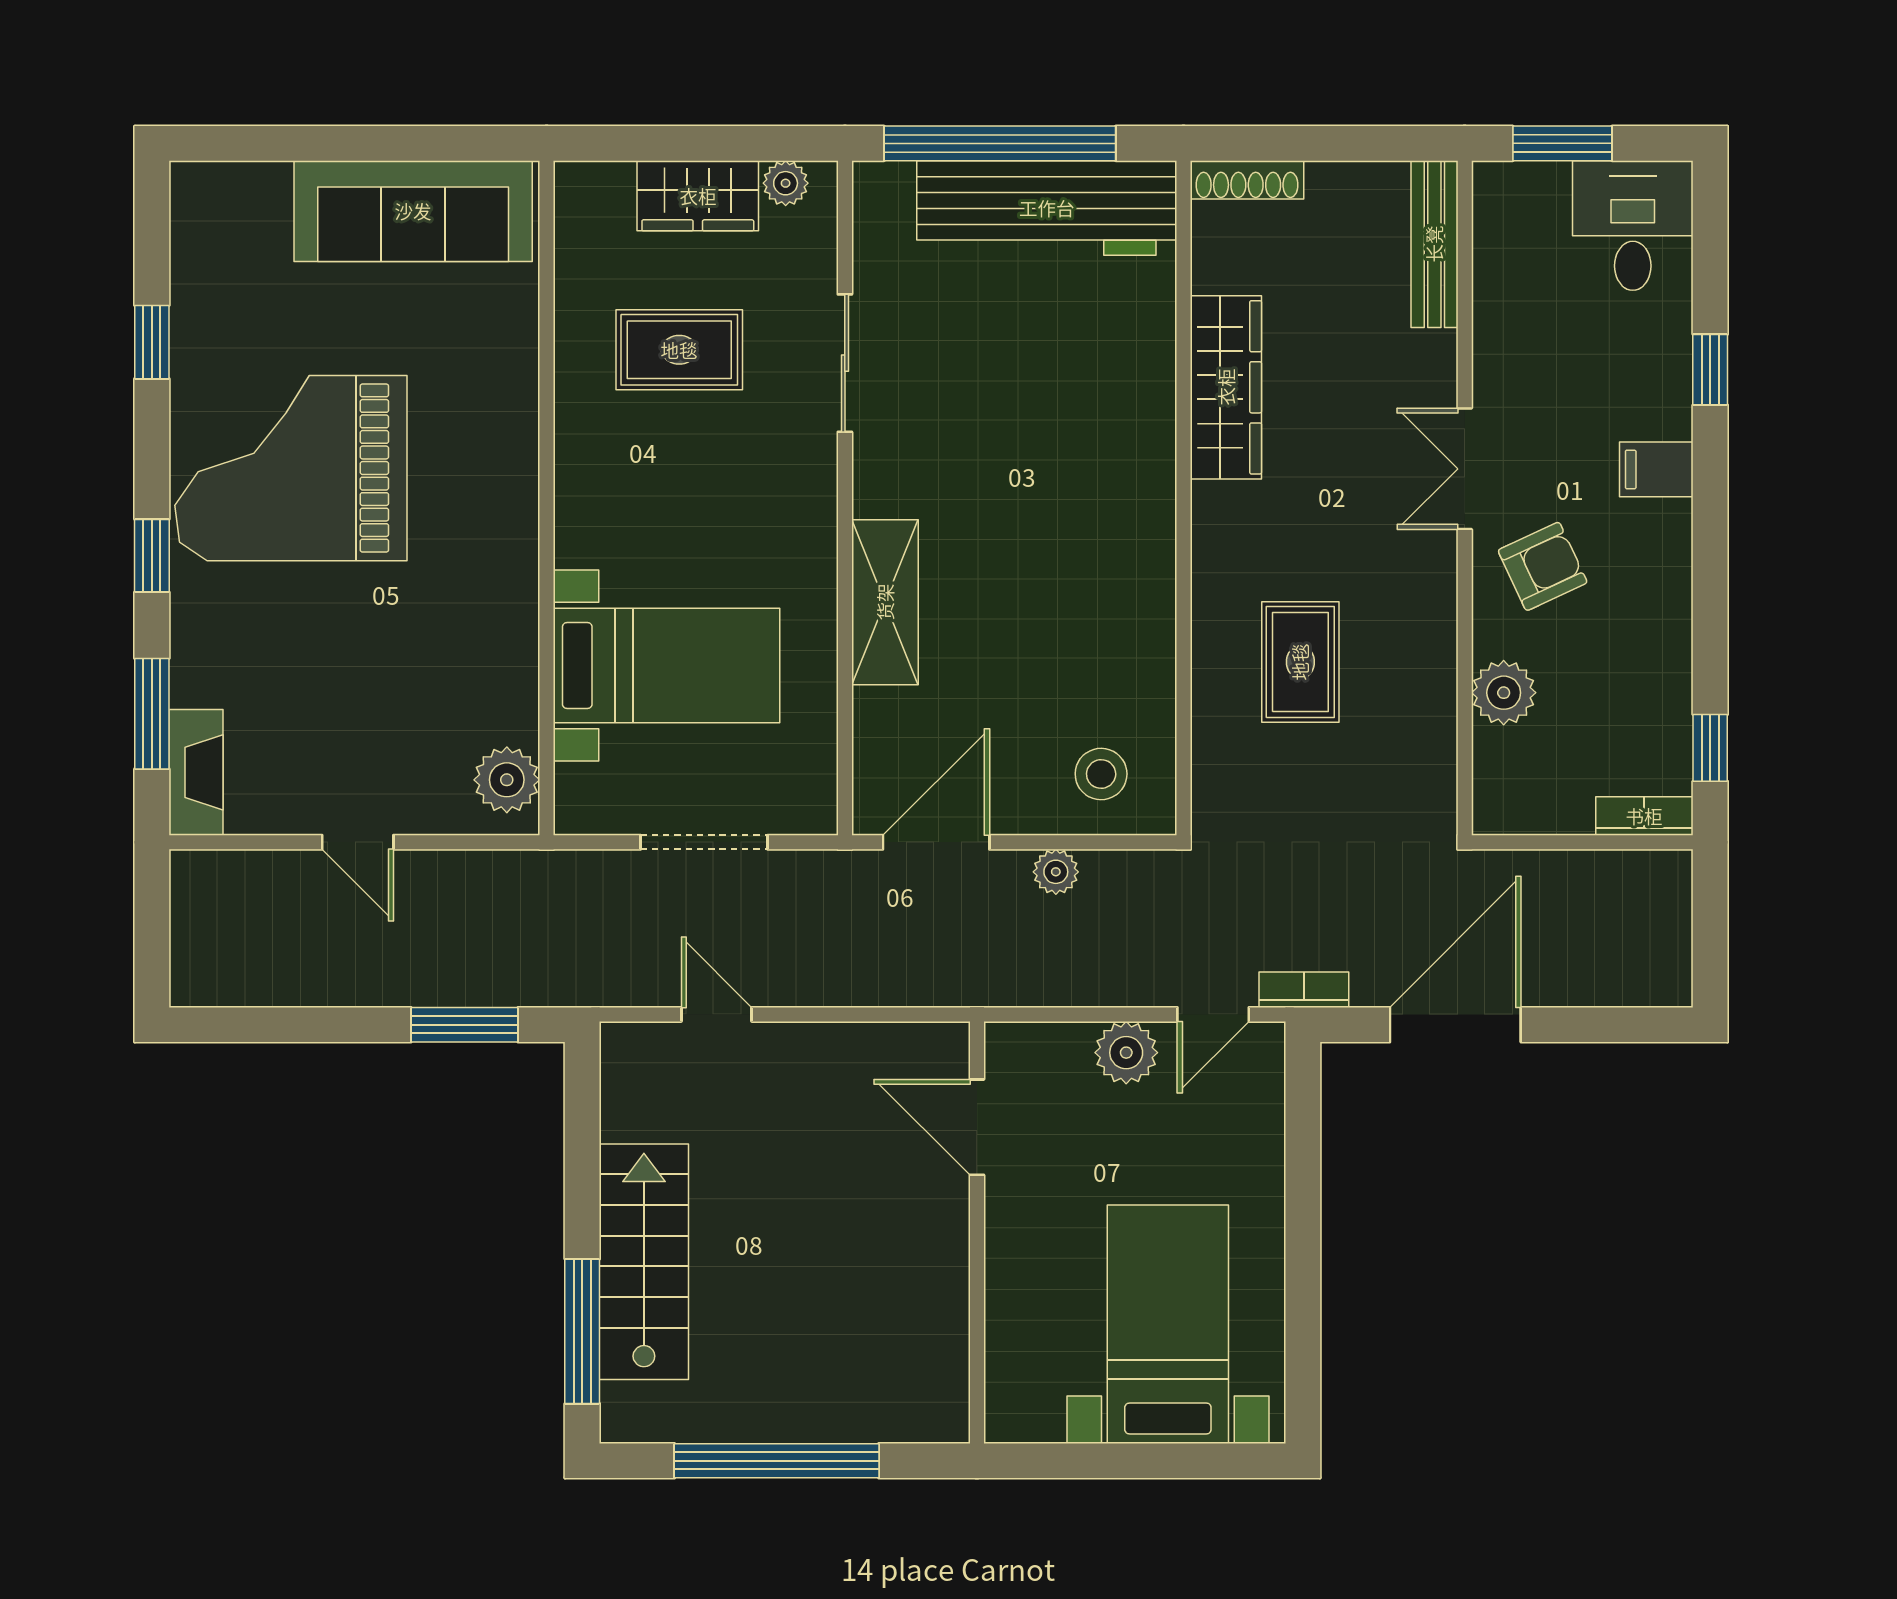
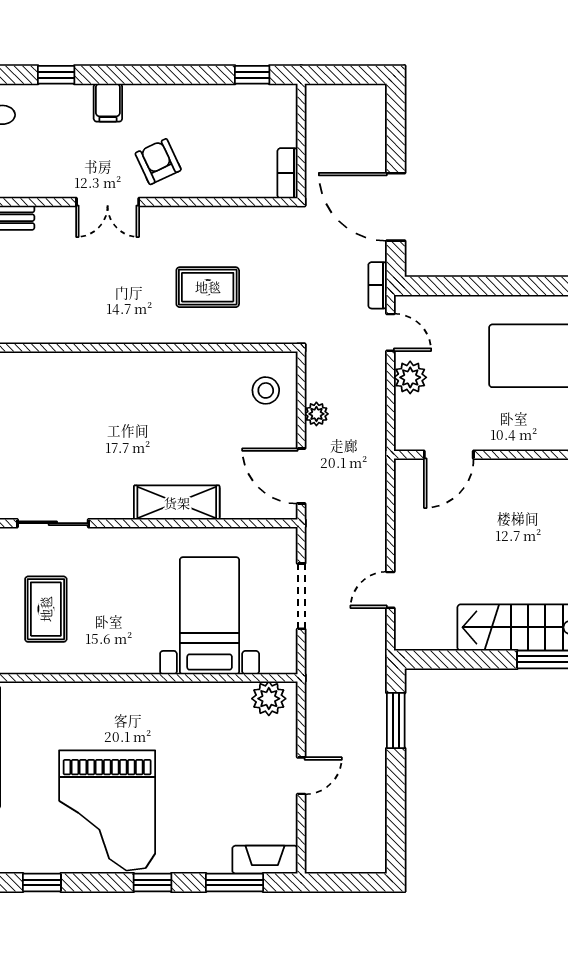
wardrobe: (1226, 387) -> (65, 326), removed
plant: (1504, 693) -> (224, 182), removed
bookcase: (1644, 816) -> (288, 173), moved

